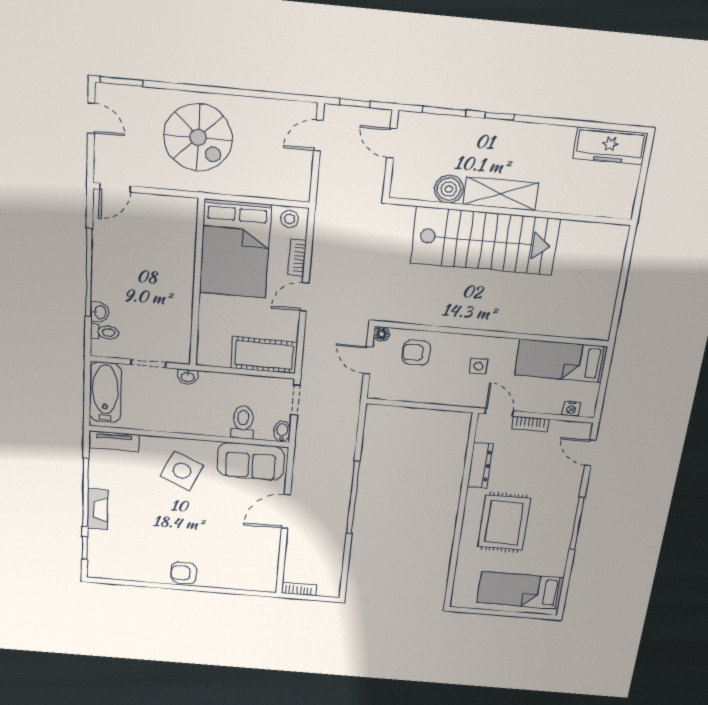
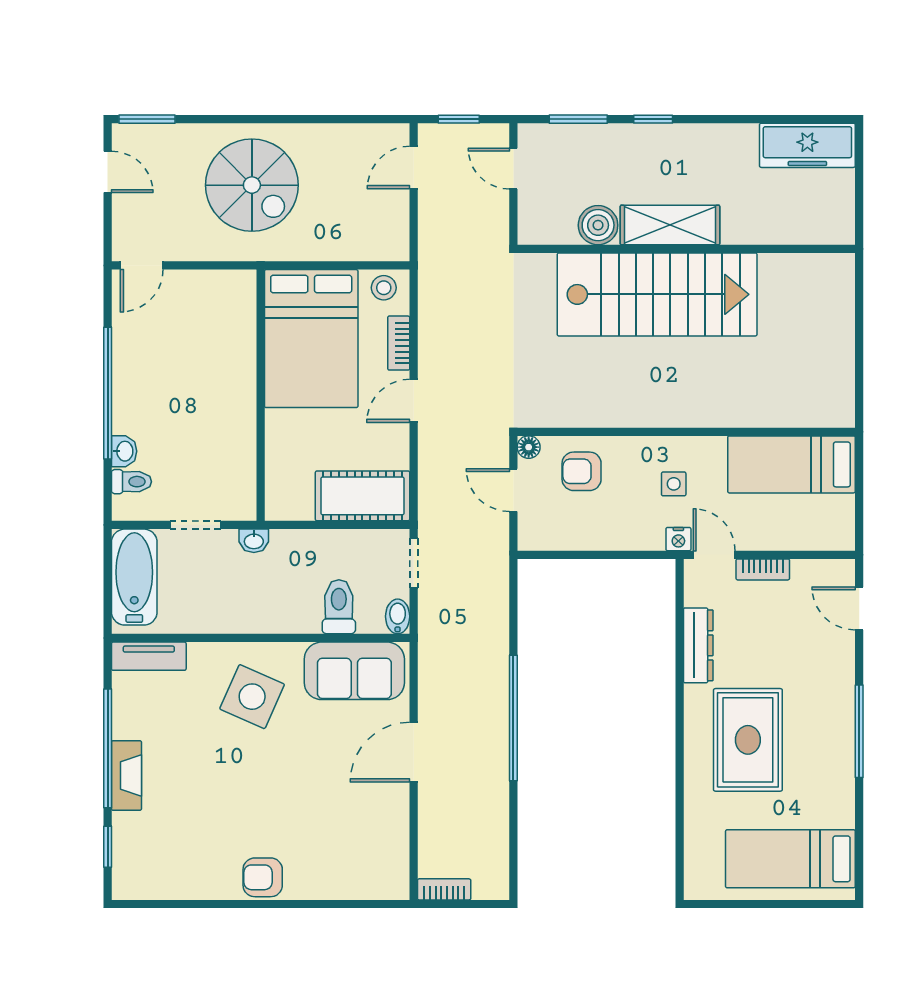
nightstand: (571, 409) -> (678, 539), moved

